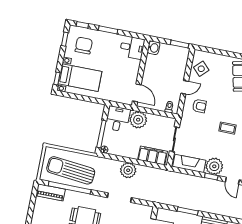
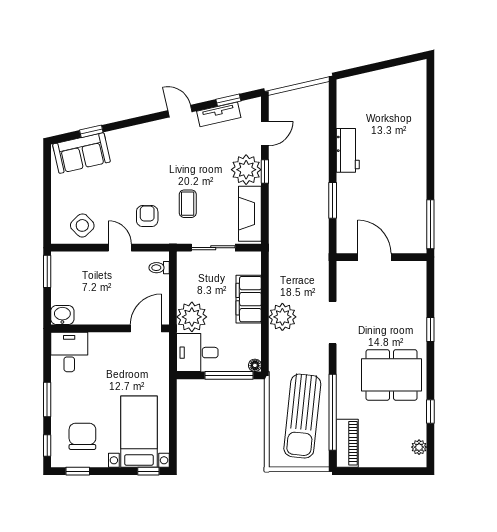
chair: (84, 46) -> (82, 436), turned 90
coffee table: (228, 128) -> (188, 204), moved
filing cabinet: (153, 156) -> (249, 299), moved

